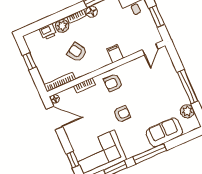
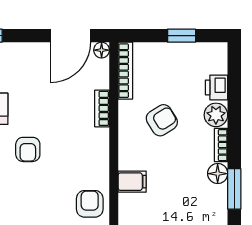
armchair: (113, 83) -> (90, 204), moved

